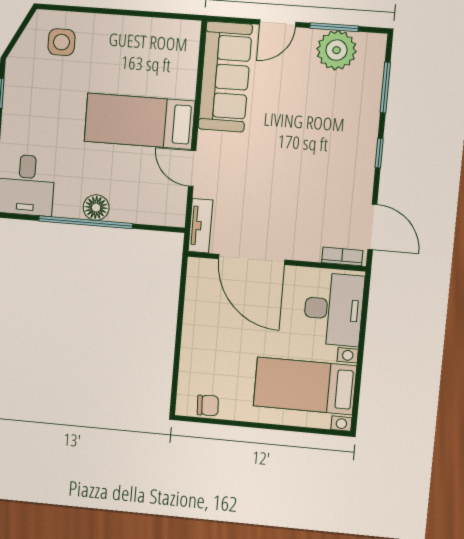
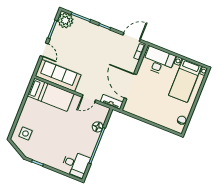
plant: (336, 50) -> (65, 20), moved
bed: (139, 121) -> (51, 95), moved, turned -90
floor lamp: (96, 208) -> (98, 127), moved
door: (252, 259) -> (130, 86), swing flipped

